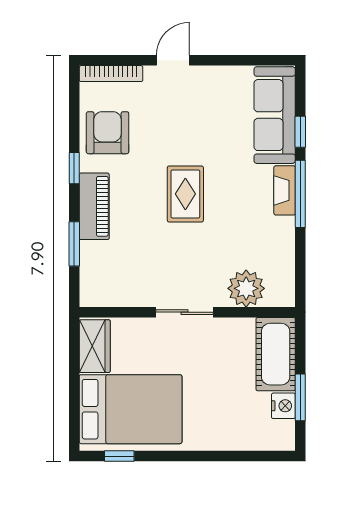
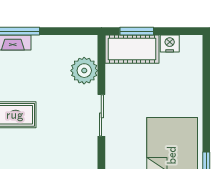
window: (300, 397) -> (137, 31), moved

